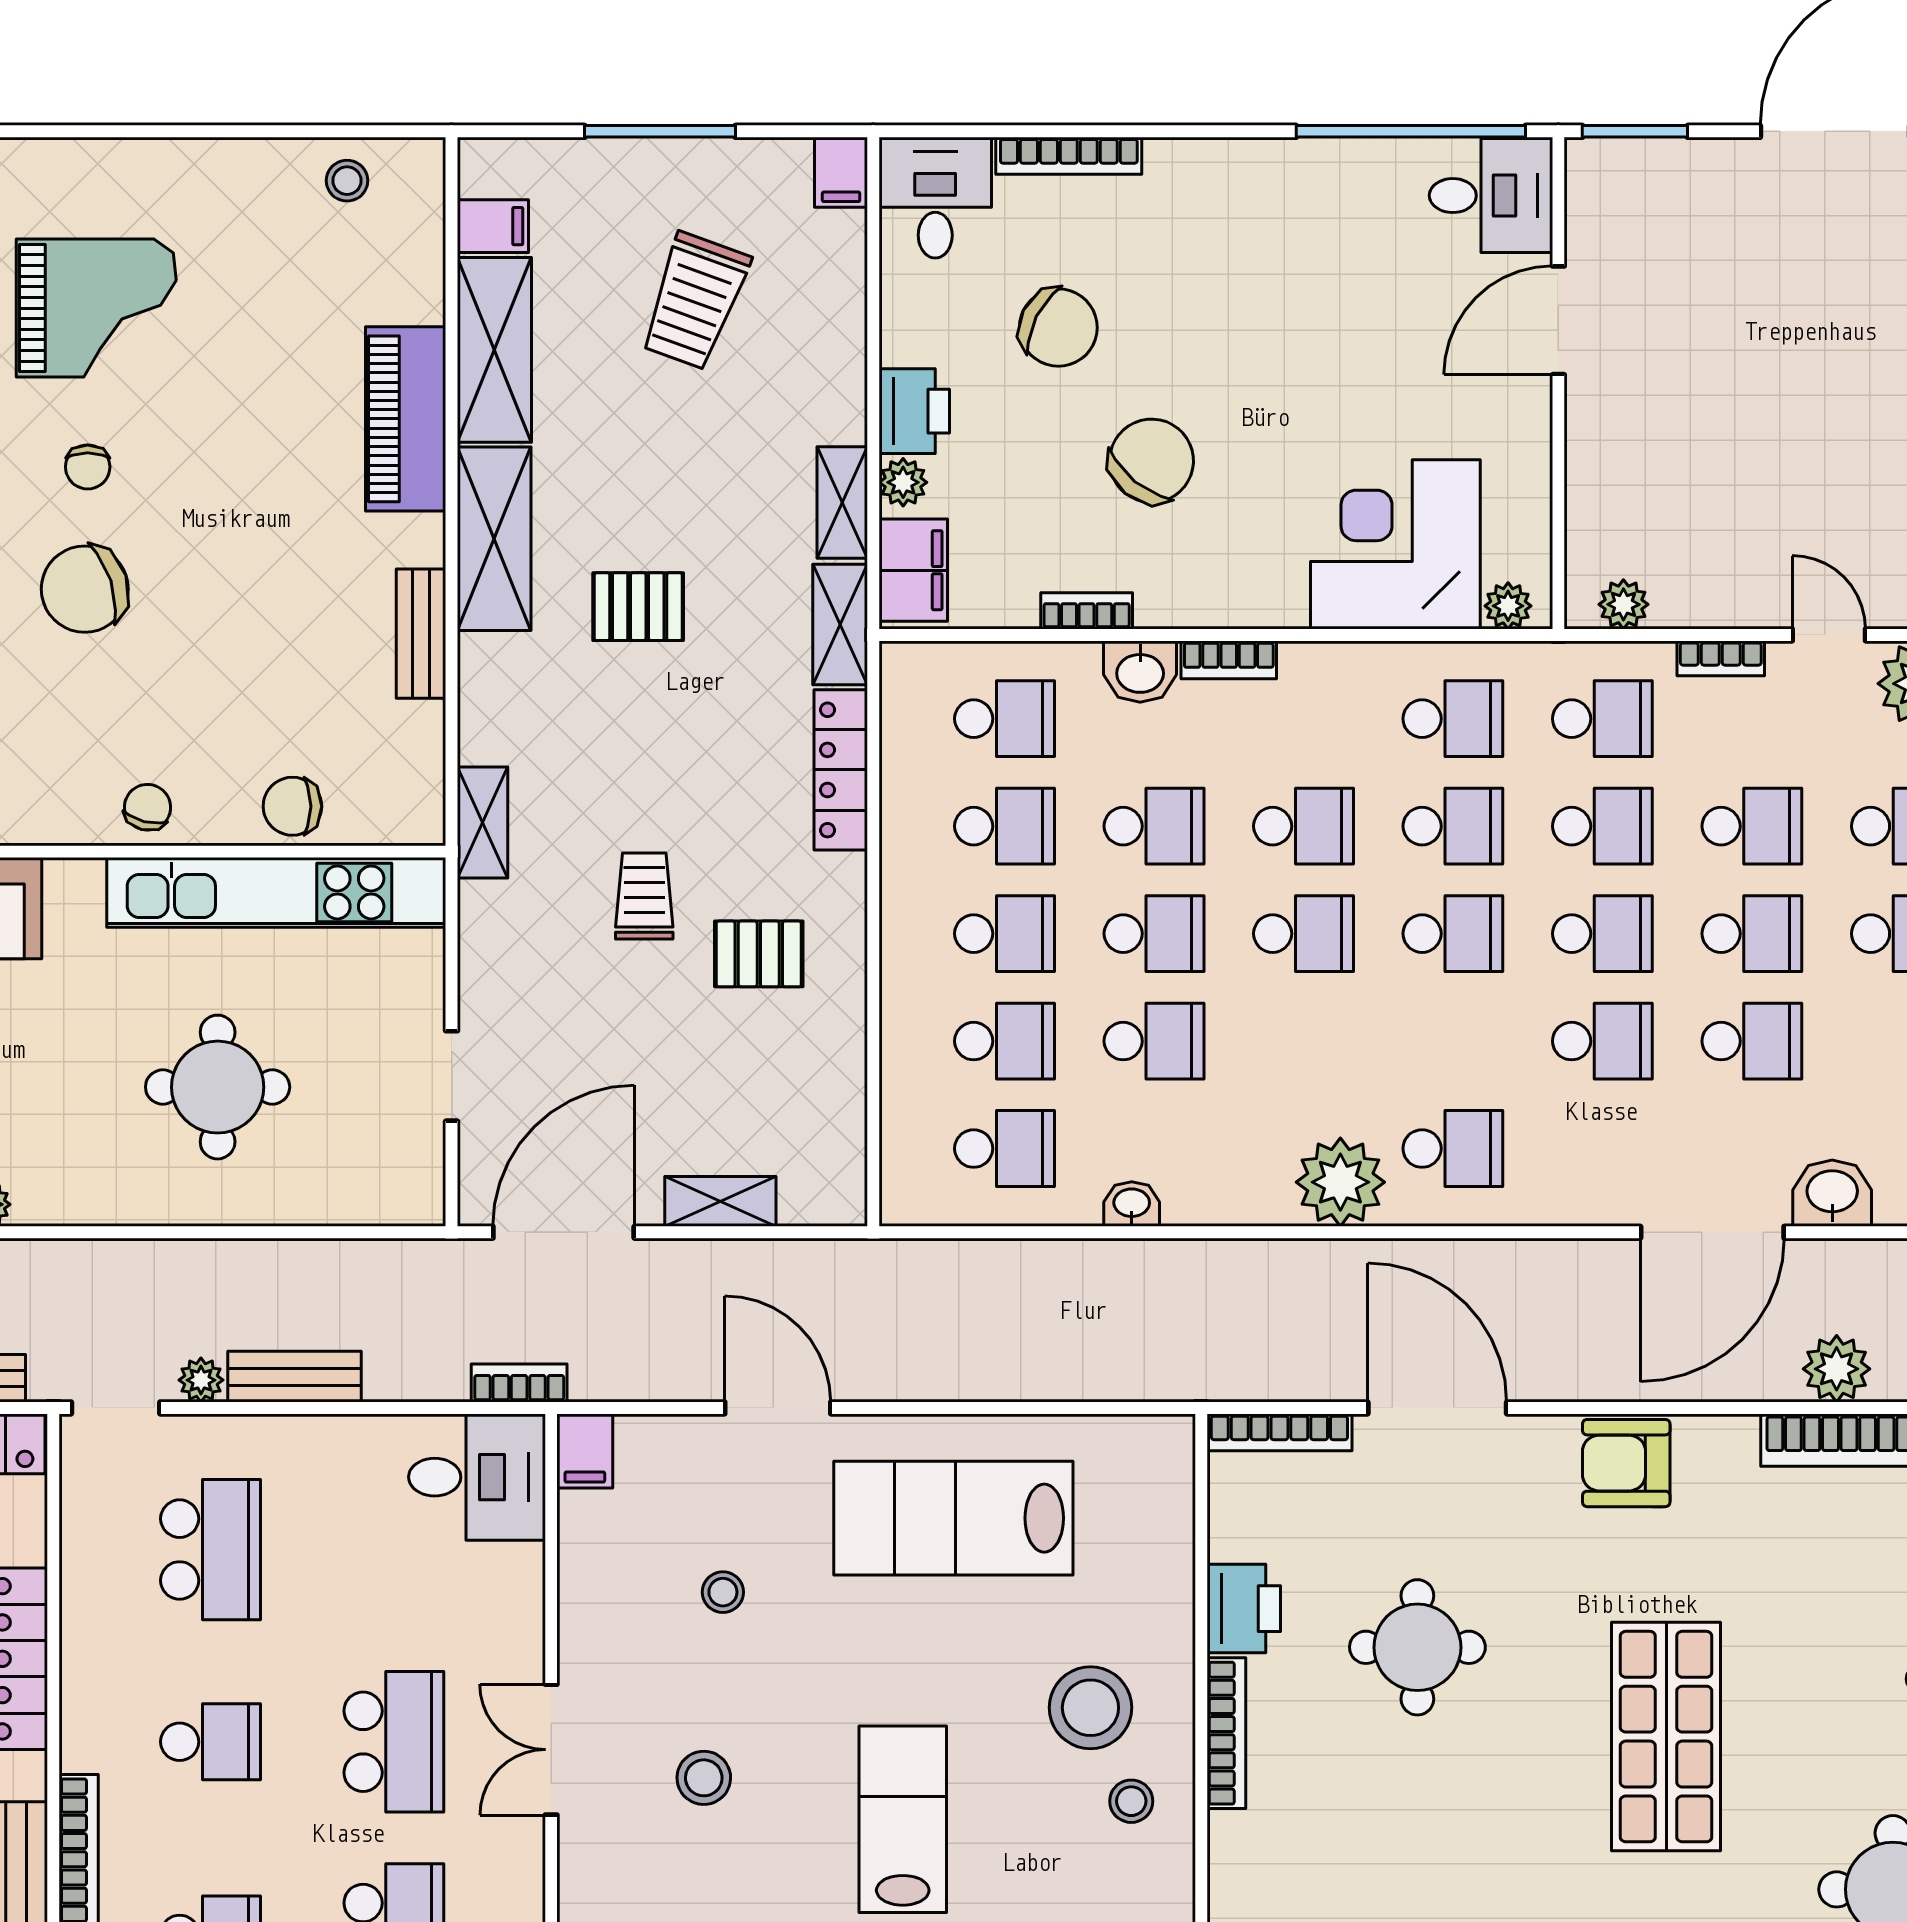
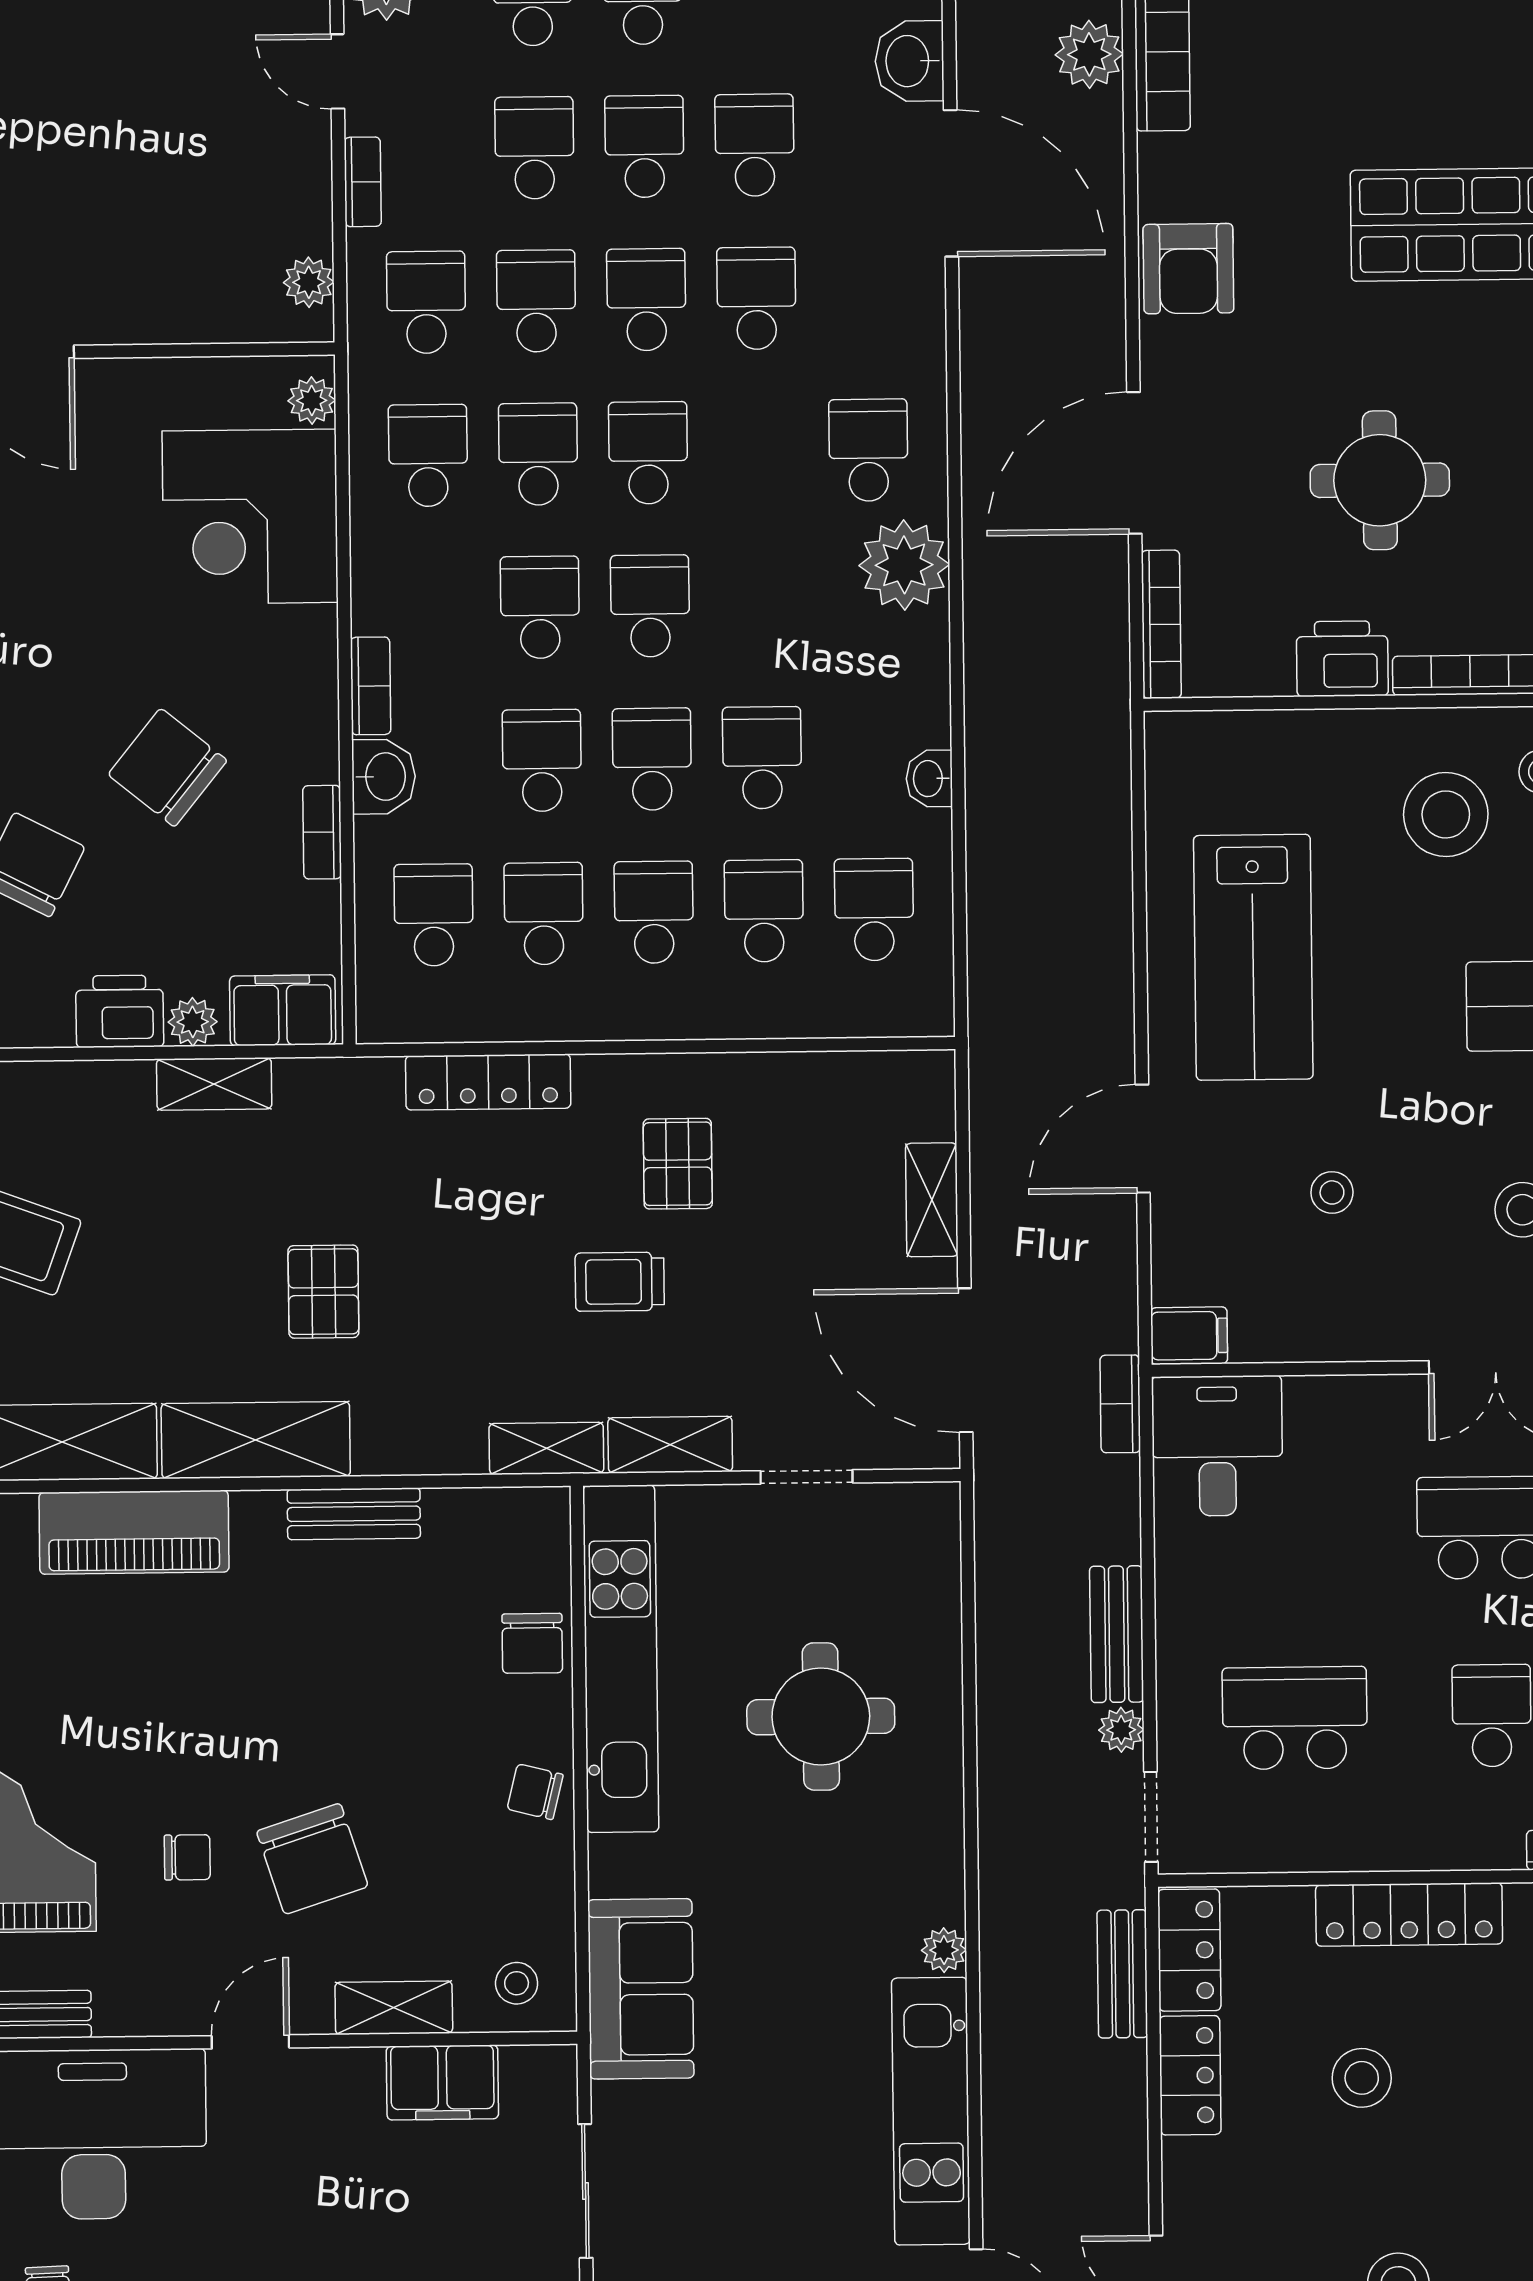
shelving: (840, 624) -> (670, 1445), moved
door: (1829, 635) -> (337, 71), hinge flipped

